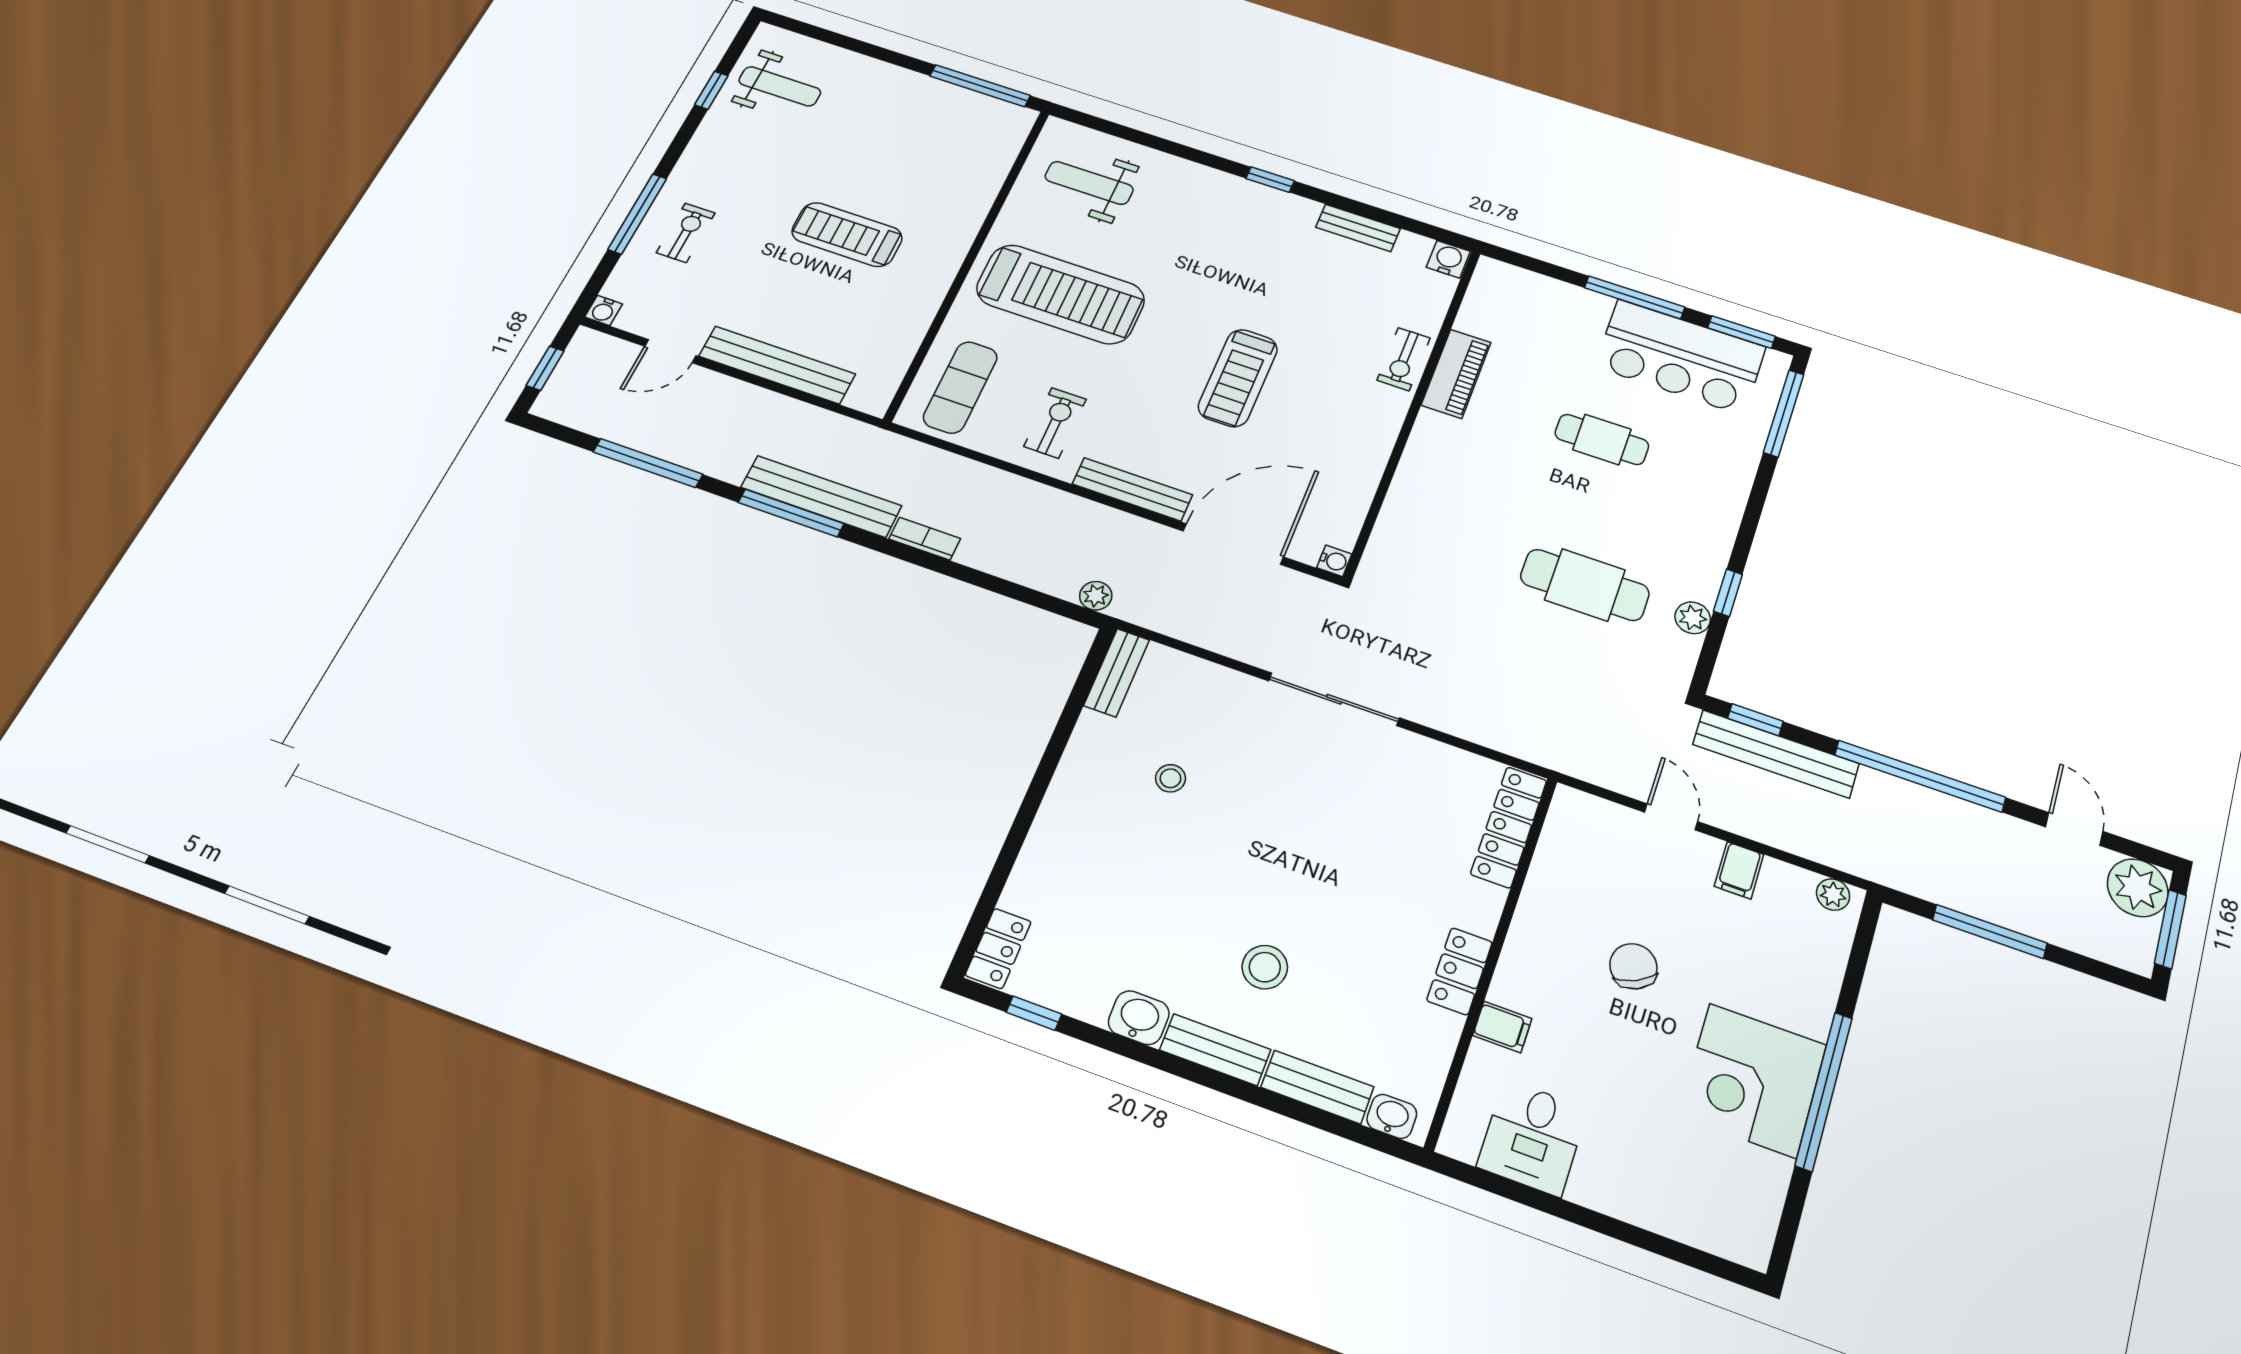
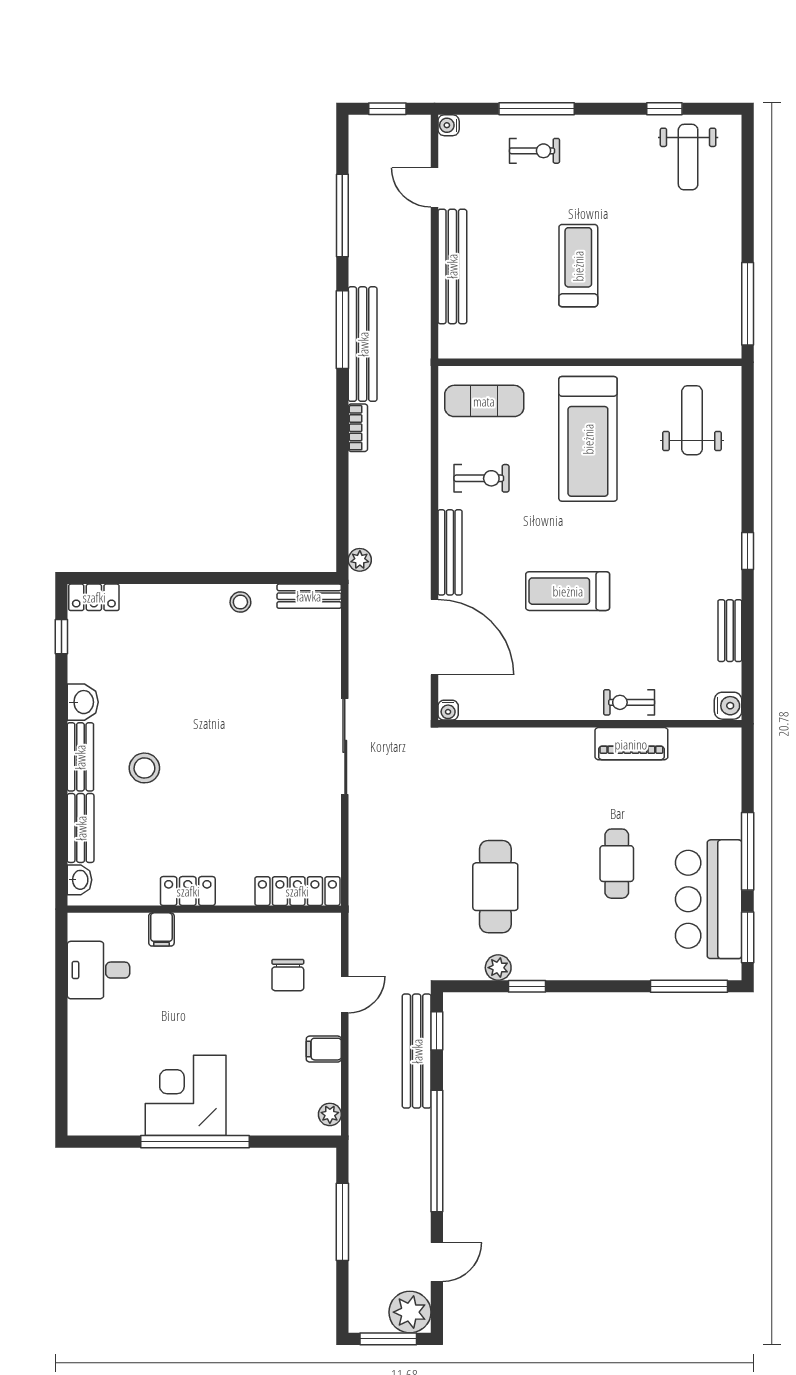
stool: (1170, 778) -> (240, 602), moved
chair: (1633, 966) -> (288, 975), moved, turned 117

